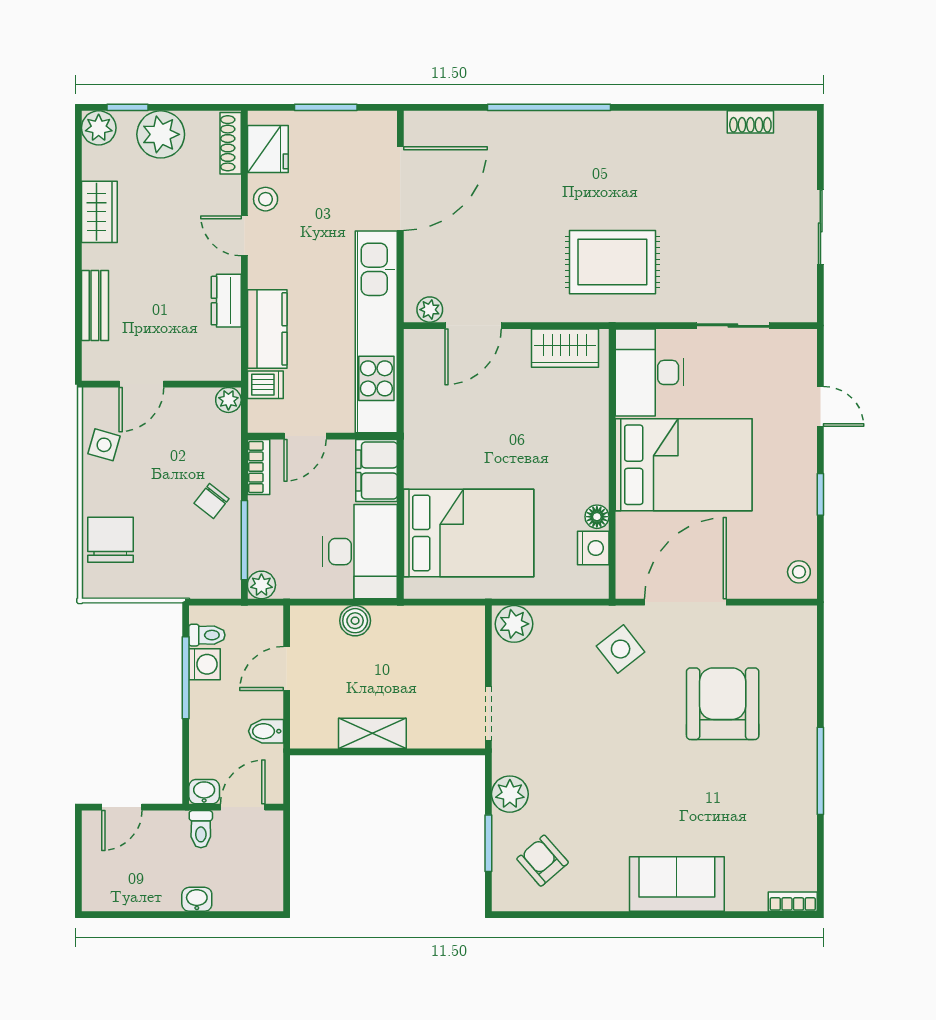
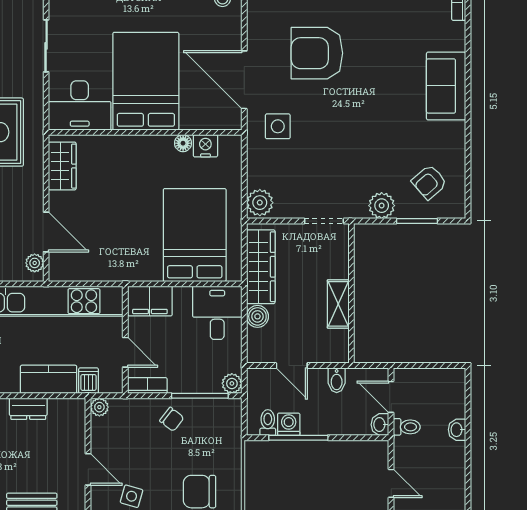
desk: (360, 552) -> (217, 313), width x0.73
wardrobe: (424, 625) -> (261, 267), added
side table: (621, 649) -> (278, 126), turned 38

